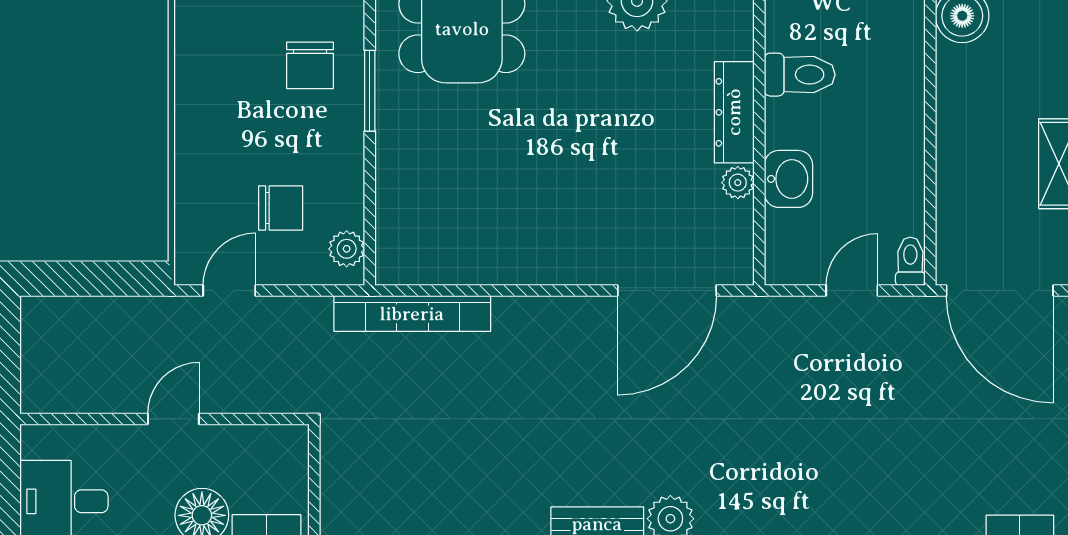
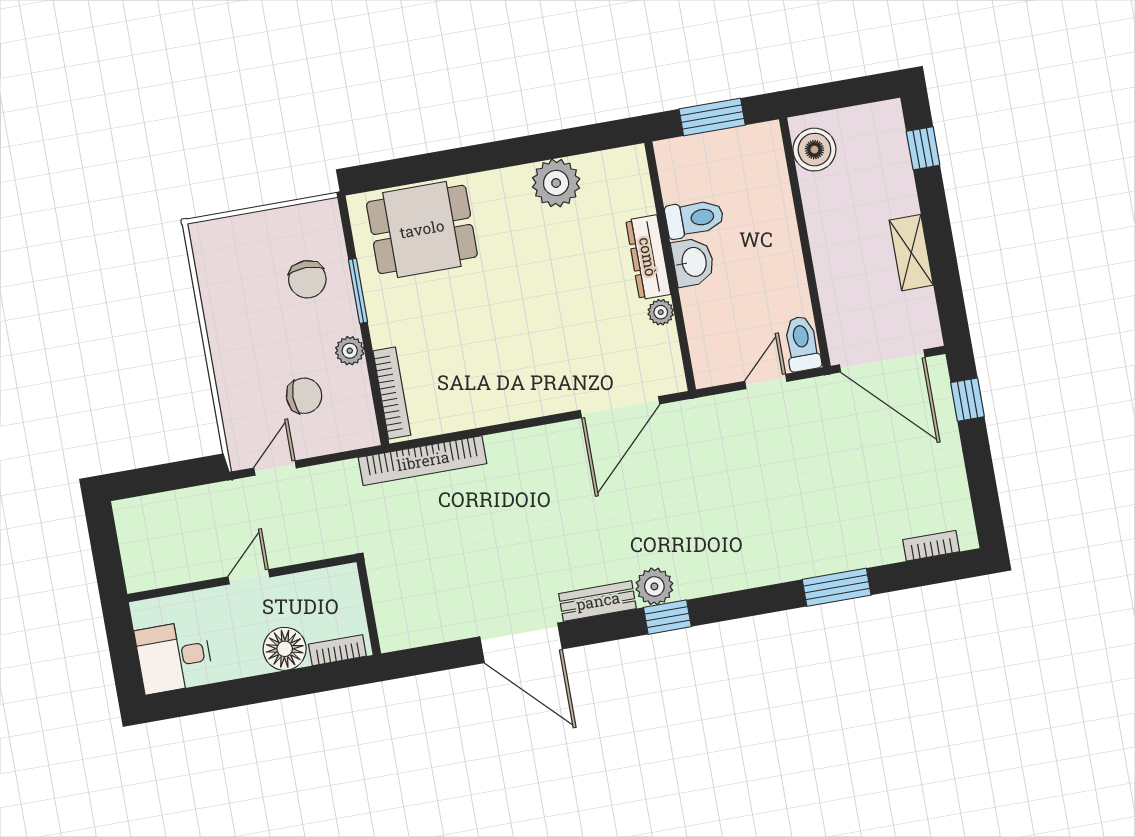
washbasin: (788, 179) -> (693, 262), moved
bookcase: (389, 224) -> (392, 393), added
plant: (347, 249) -> (350, 351), moved
toilet: (910, 261) -> (802, 344), width x1.37, depth x1.39

